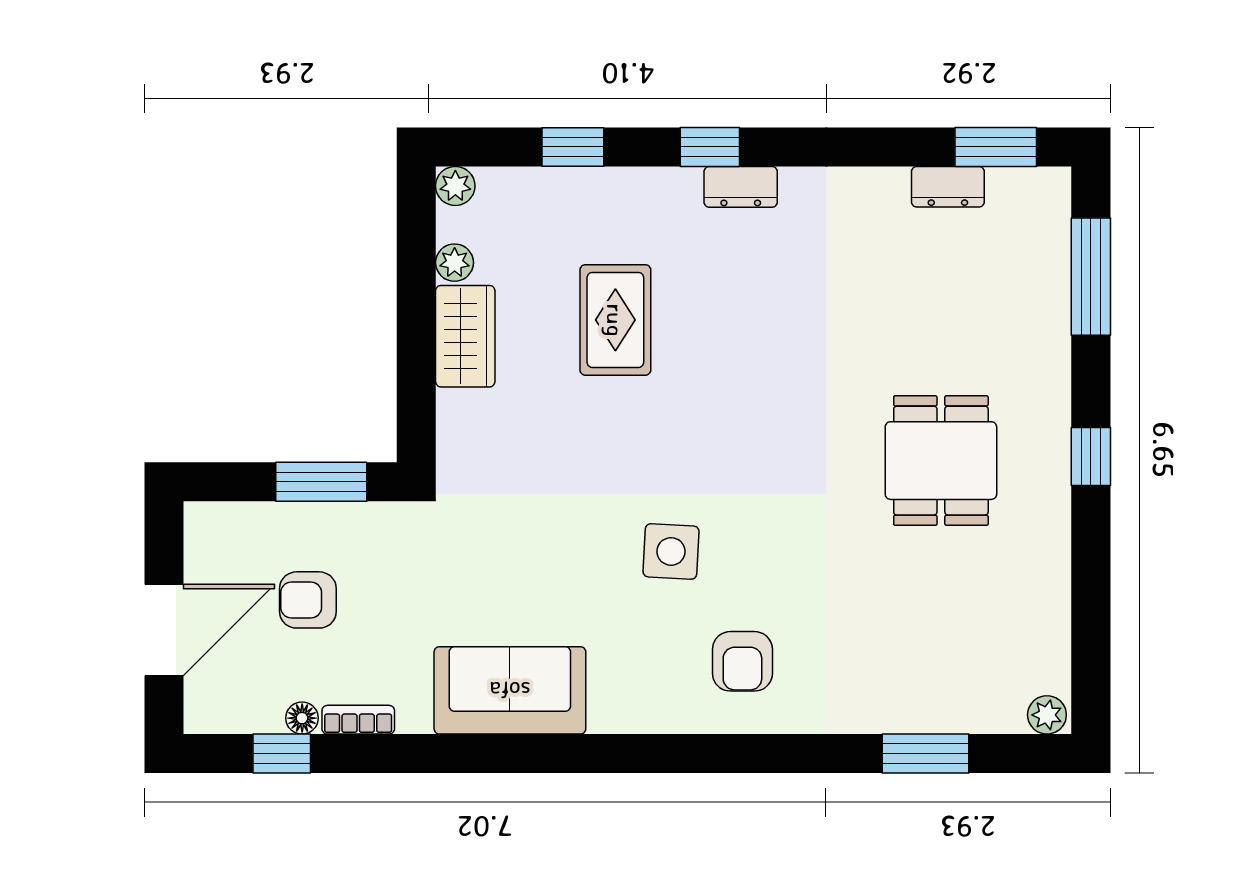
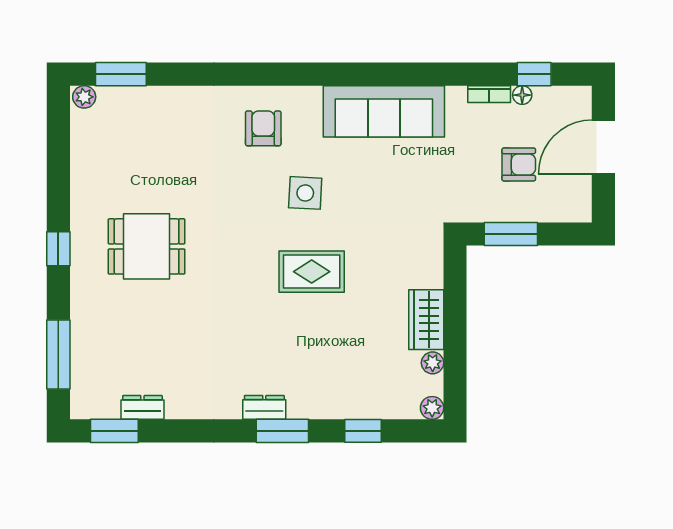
window: (710, 147) -> (282, 431), width x1.50
rug: (615, 320) -> (312, 272), moved, turned 90
dining table: (941, 461) -> (147, 246), turned 90
sofa: (510, 690) -> (384, 111), width x1.36
window: (926, 754) -> (121, 74), moved

